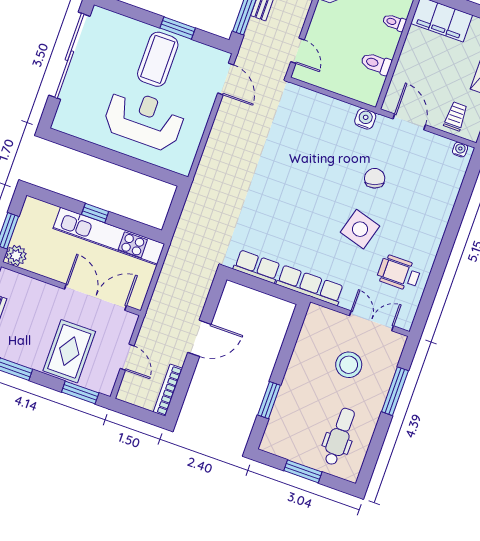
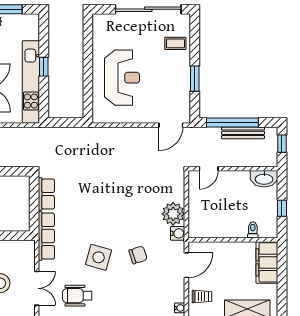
coffee table: (158, 59) -> (175, 43), moved, width x0.54, depth x0.58
toilet: (376, 64) -> (219, 227), removed
plant: (339, 116) -> (173, 214), added
wheelchair: (399, 273) -> (77, 296), turned -90

